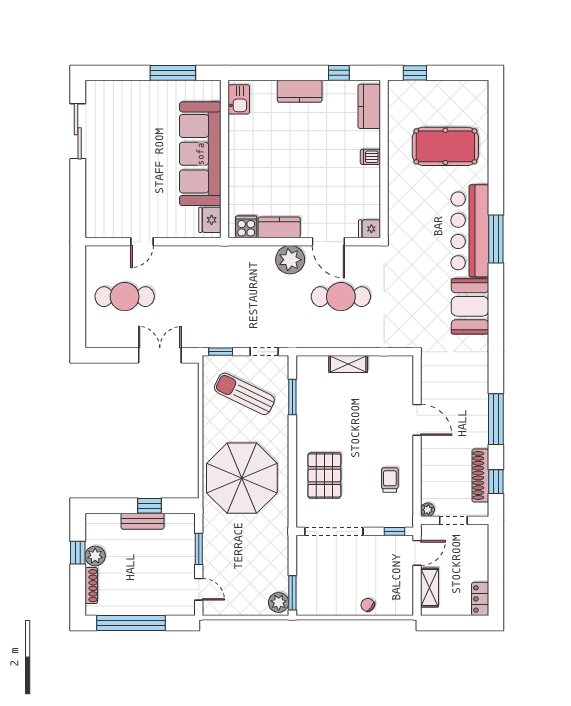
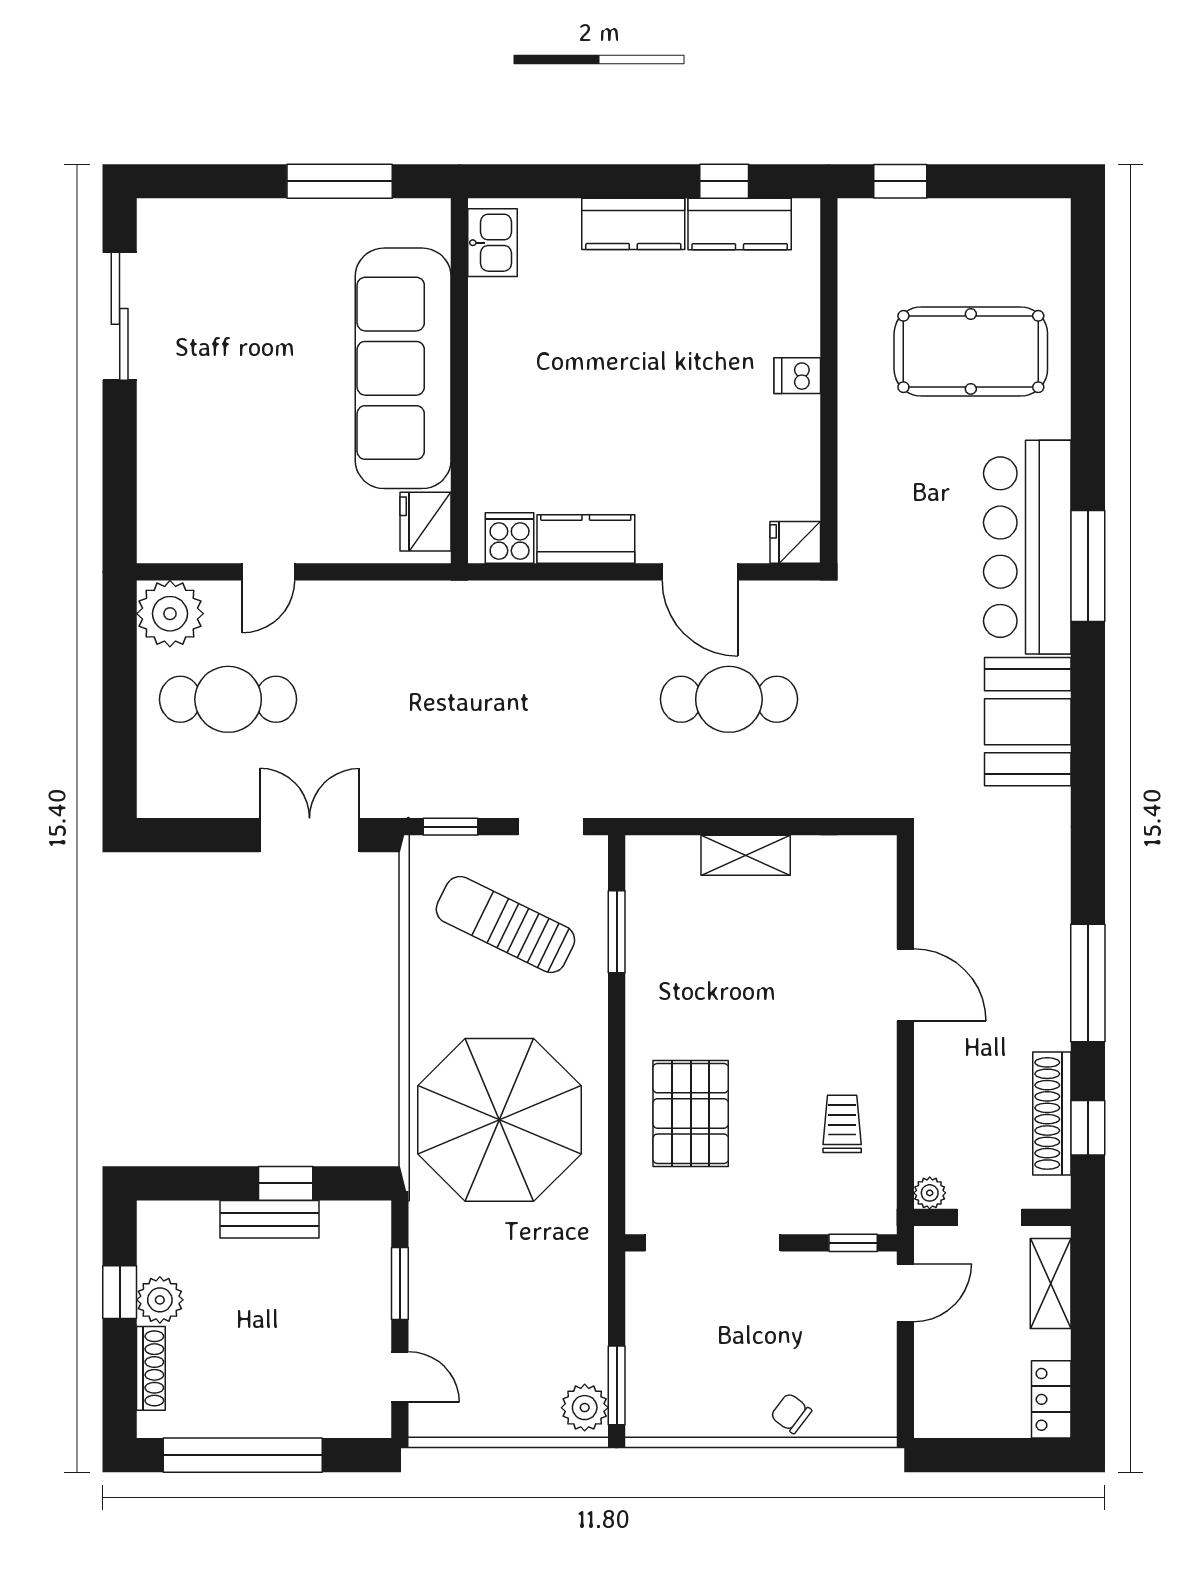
kitchen counter: (369, 106) -> (740, 224), moved, turned -90
plant: (290, 260) -> (170, 614), moved
shelving: (429, 588) -> (1051, 1284), moved

